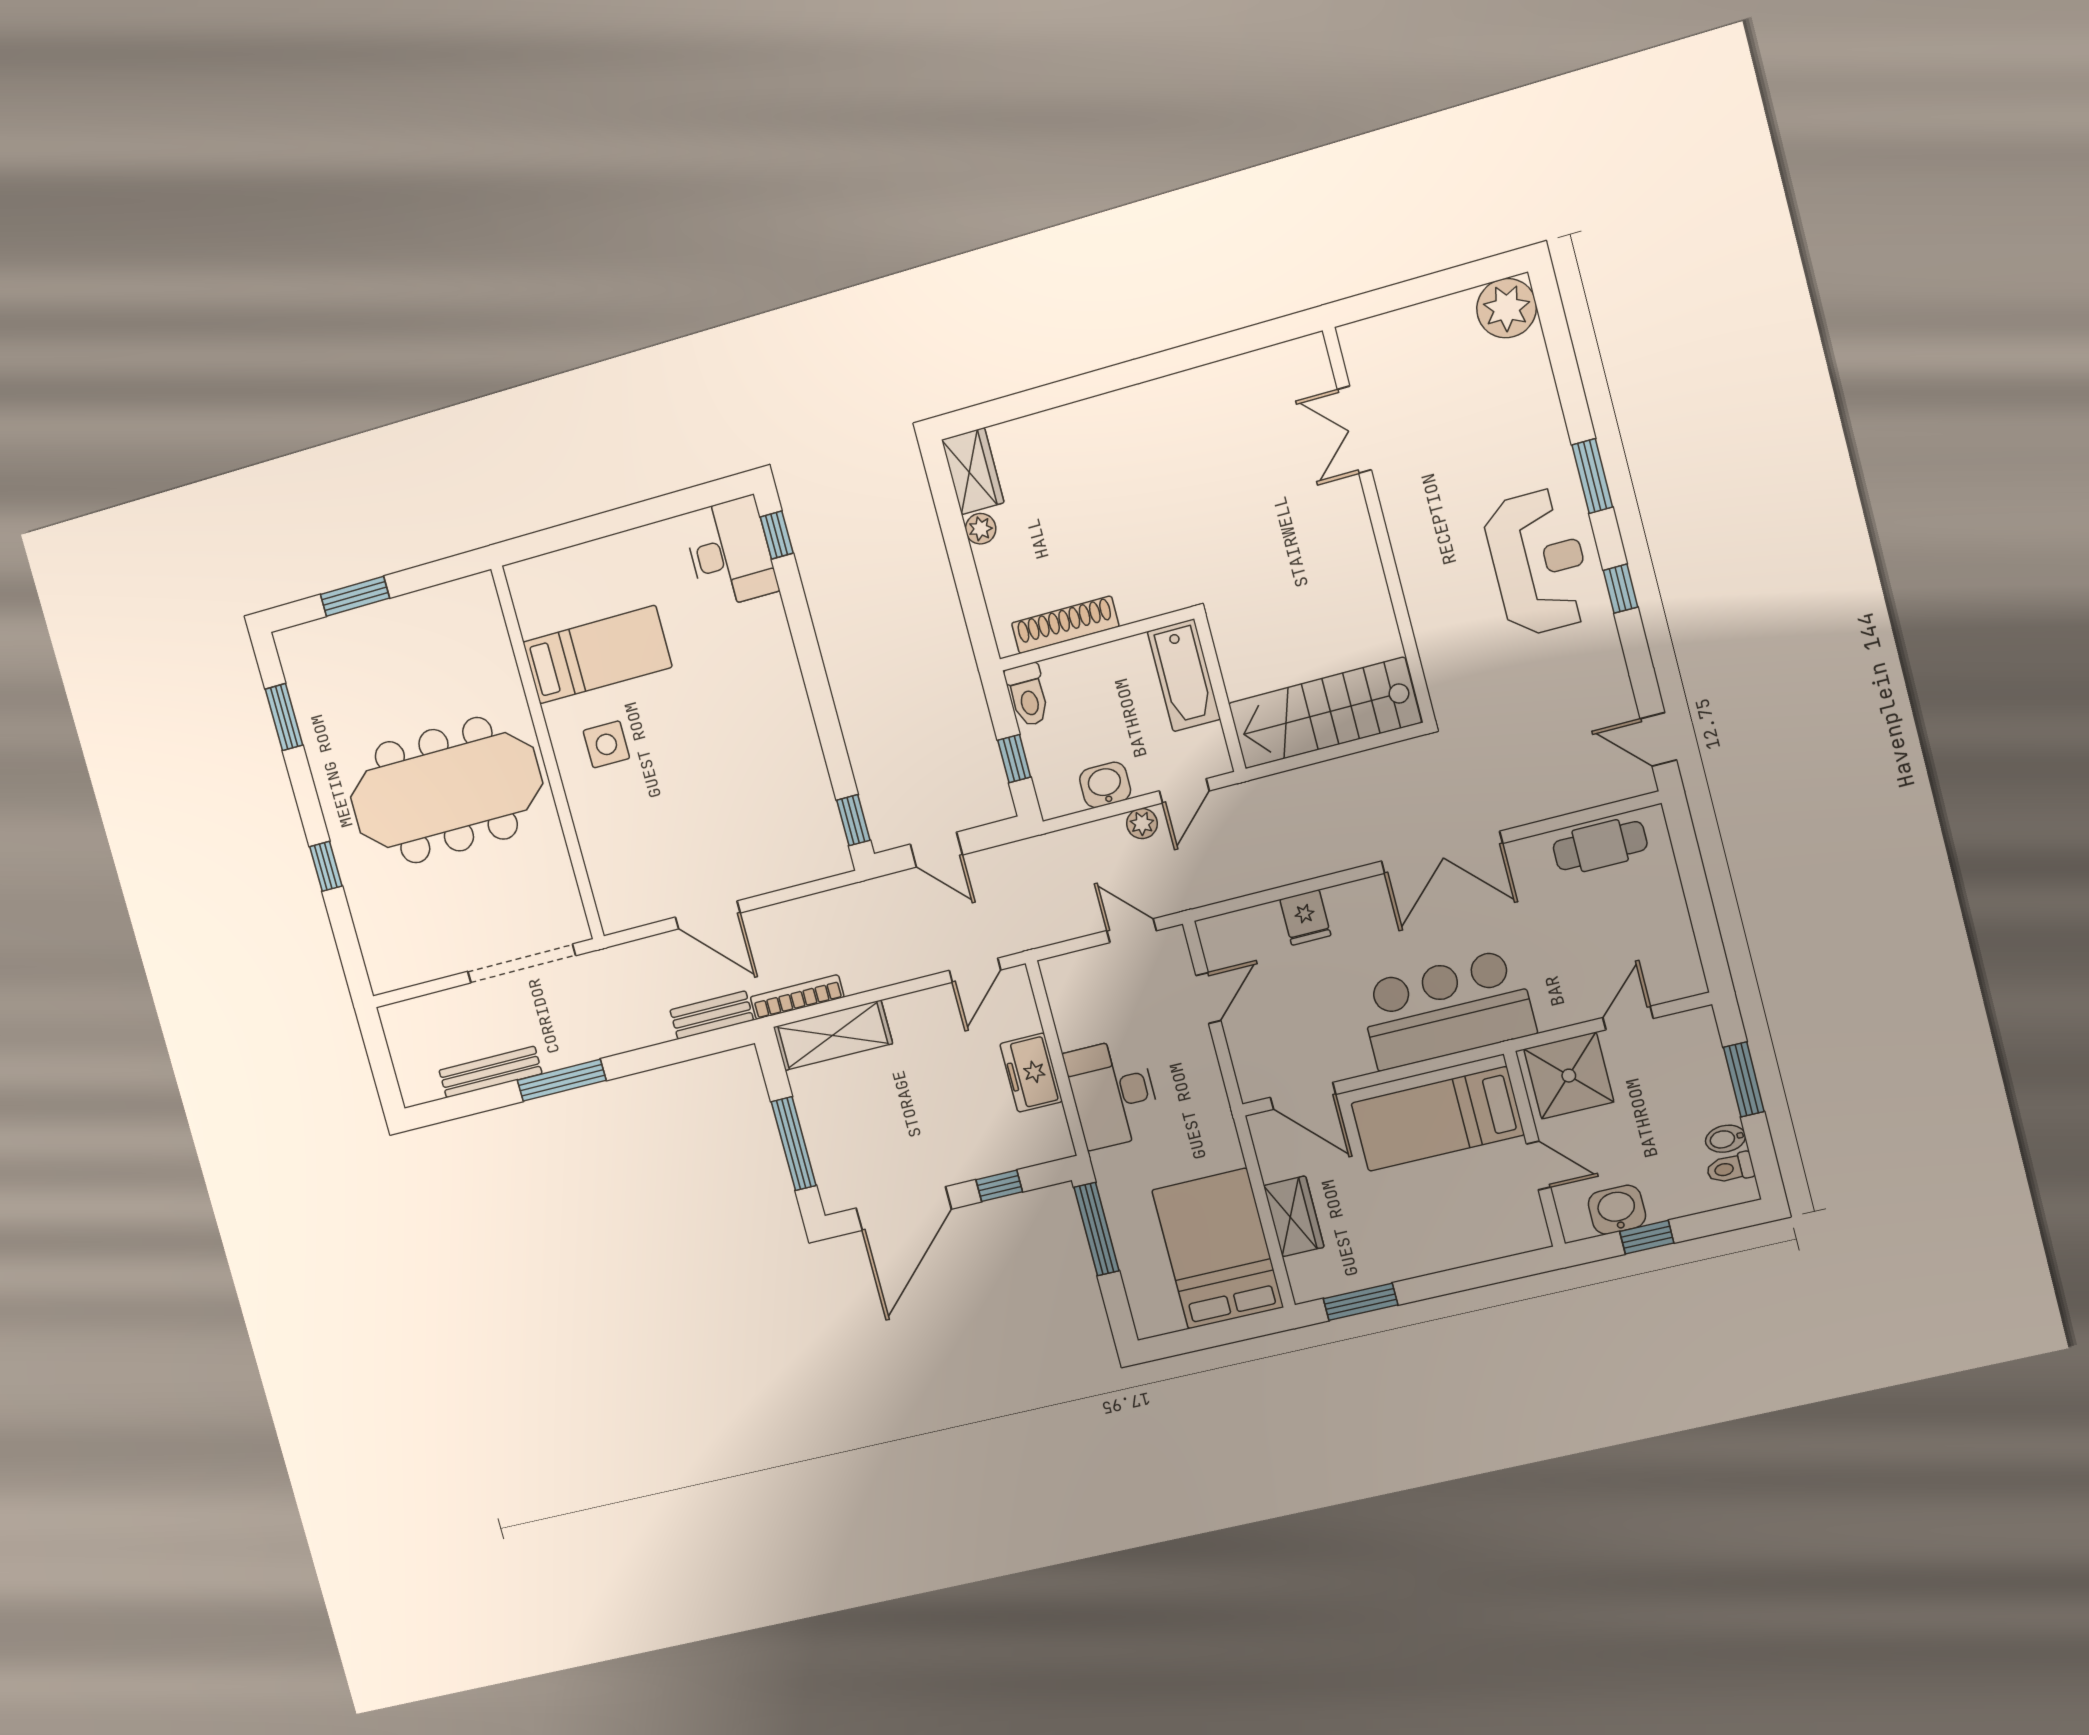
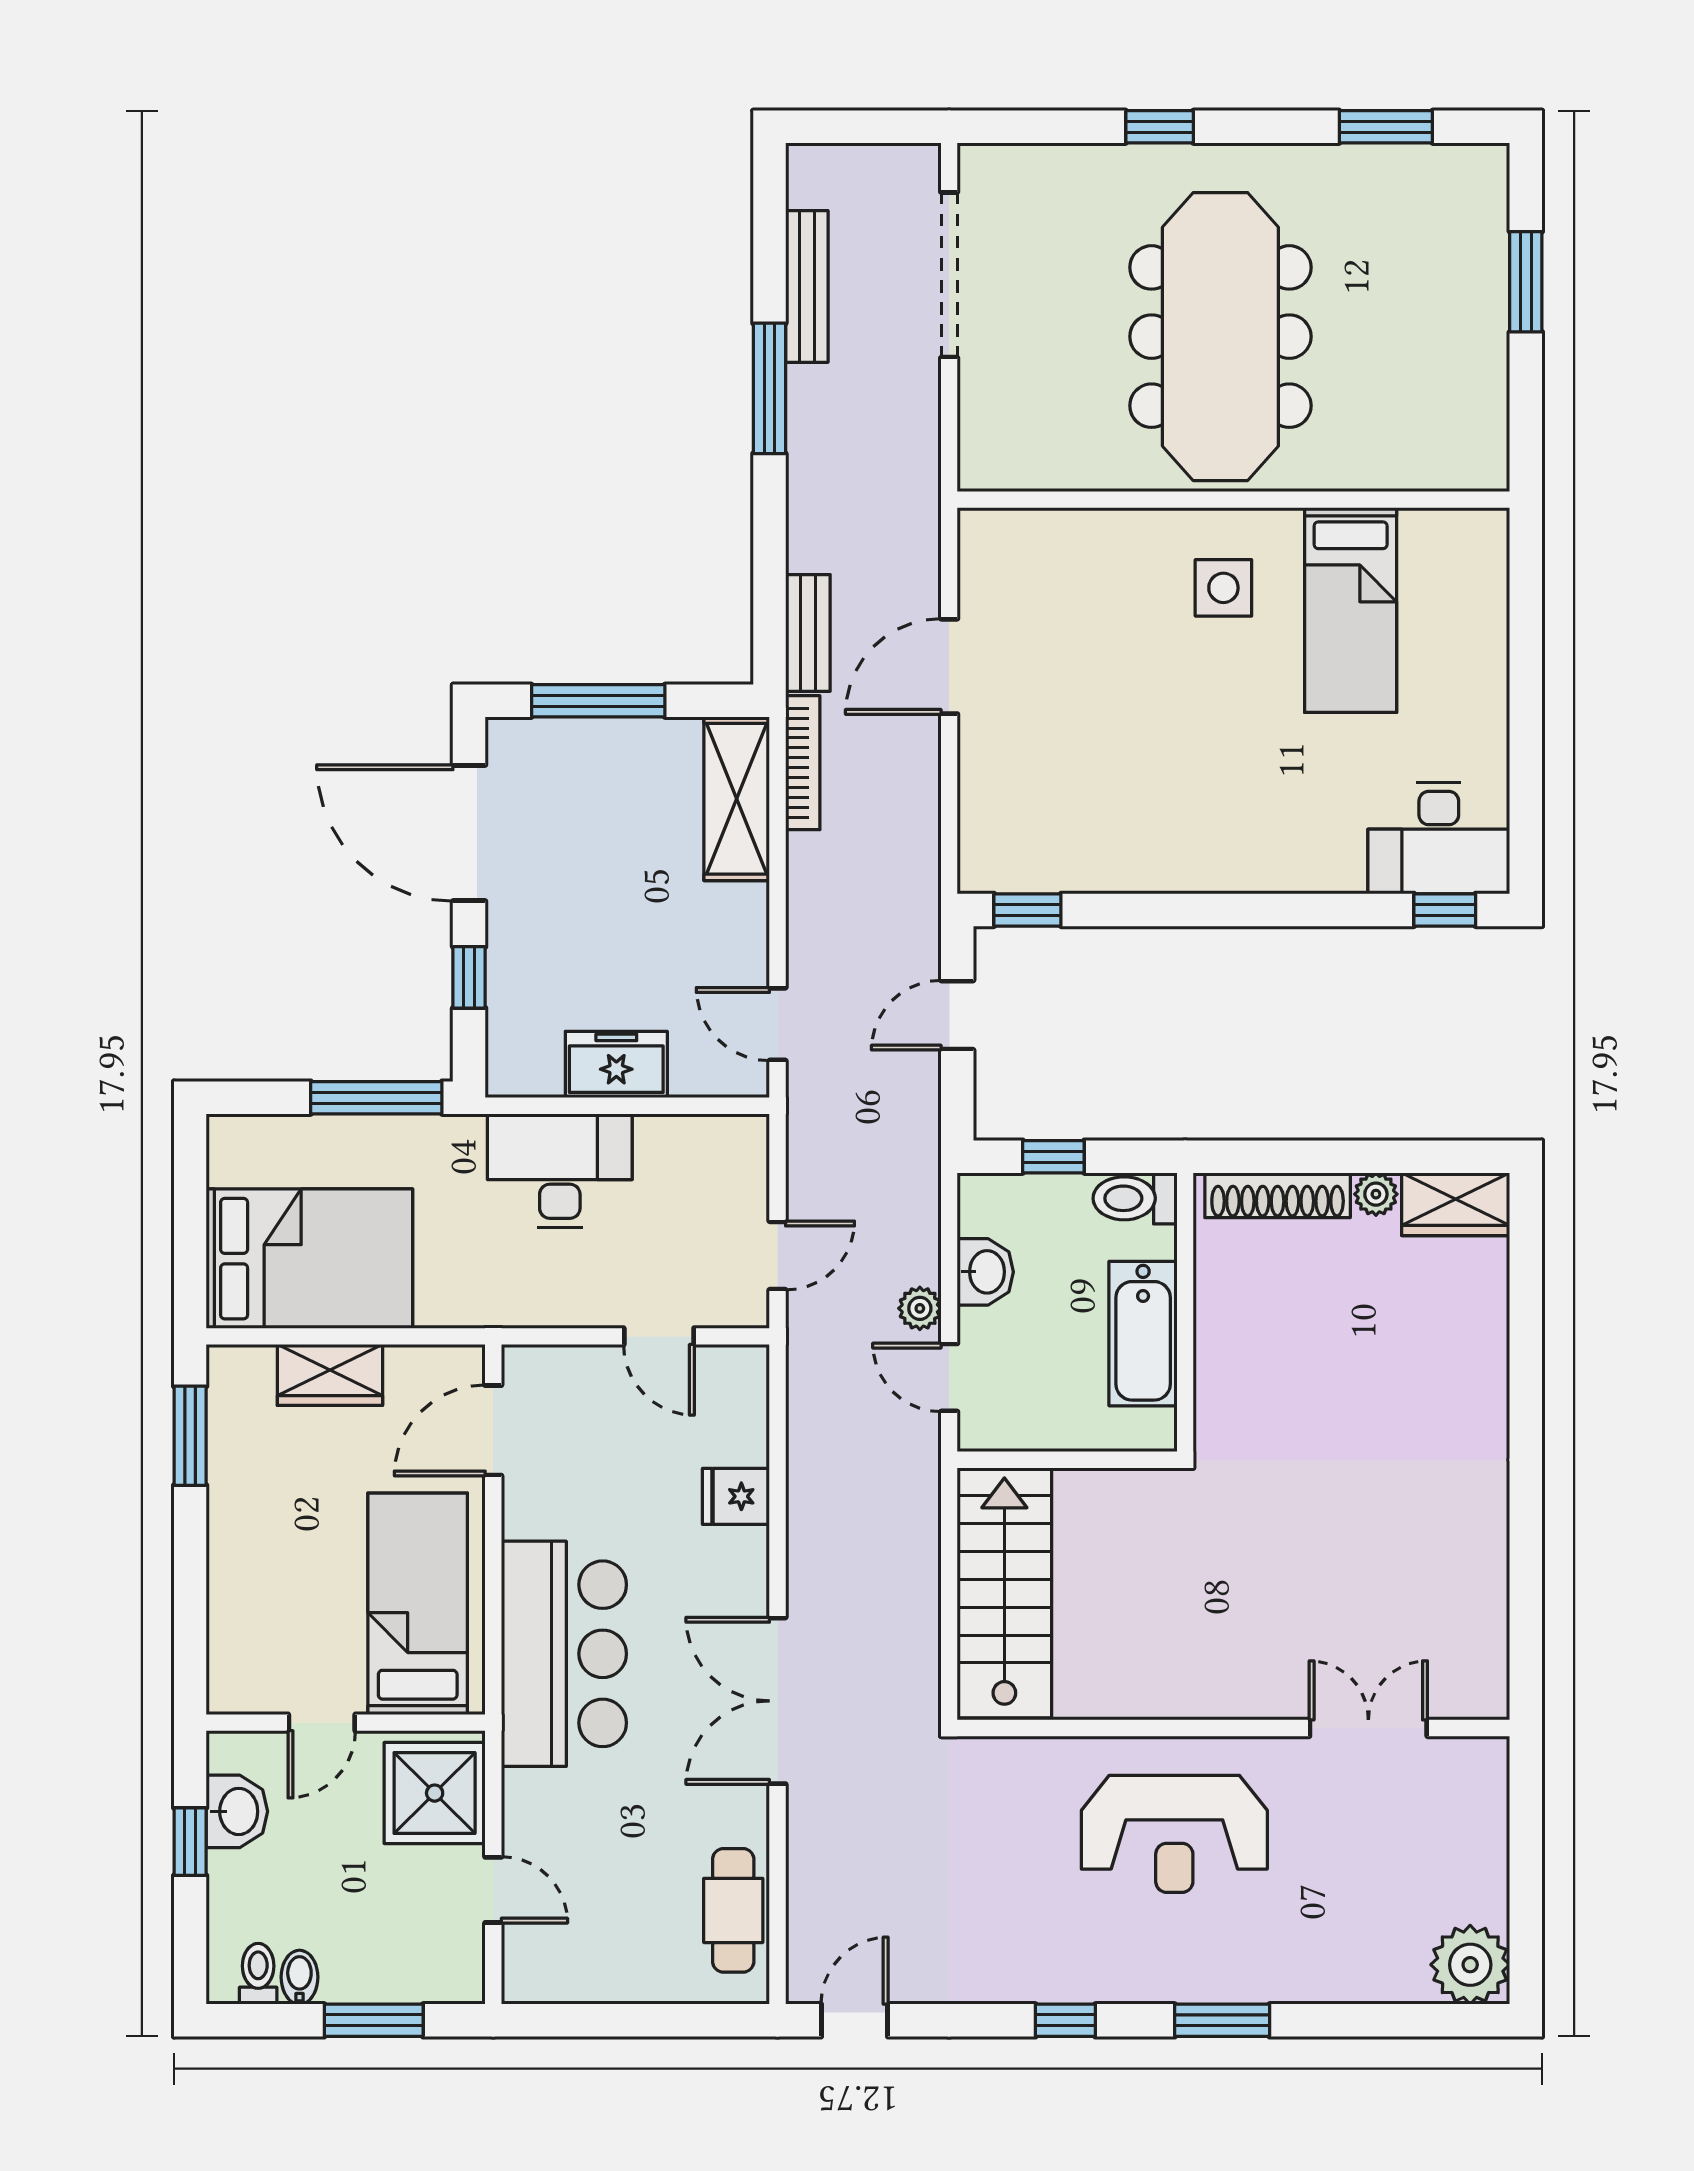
reception desk: (1539, 562) -> (1174, 1834), moved
shoe rack: (1065, 625) -> (1278, 1195), moved, turned 90
bathtub: (1184, 675) -> (1143, 1334), moved, turned -90
doorway: (522, 963) -> (949, 275), moved

